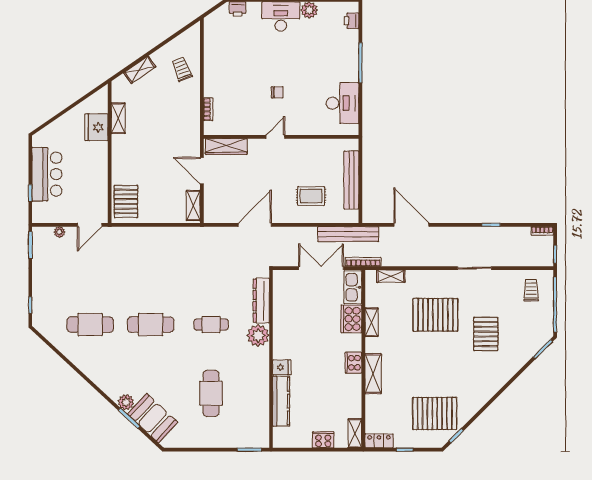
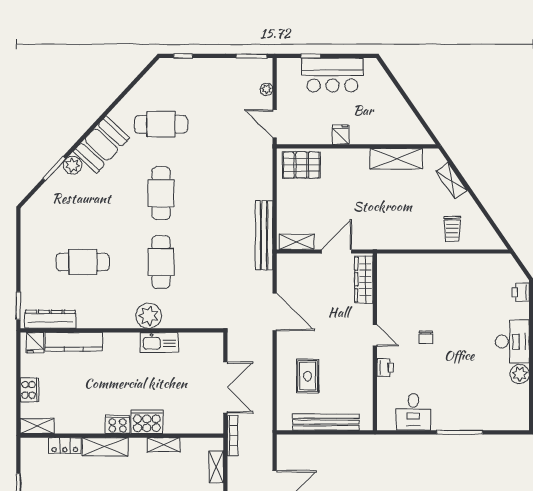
printer: (352, 21) -> (385, 368), moved, turned 90
trolley: (182, 69) -> (452, 229), turned 111
desk: (342, 103) -> (413, 412), width x0.73
bookcase: (208, 109) -> (406, 259), removed
shelving: (118, 118) -> (396, 159), width x1.50, depth x1.33
fridge: (96, 127) -> (341, 135), moved, width x0.53, depth x0.75
bench: (348, 234) -> (264, 235), moved
kitchen sink: (353, 287) -> (159, 342), moved, turned 180
dresser: (261, 301) -> (50, 319), moved
cooker: (351, 319) -> (147, 422), moved
cafe table: (90, 325) -> (161, 124), turned 90
cafe table: (211, 325) -> (161, 262), width x1.37, depth x1.35
fridge: (282, 367) -> (35, 343), moved
booth: (153, 418) -> (101, 145), moved
locker: (379, 441) -> (65, 446), moved, turned 90

